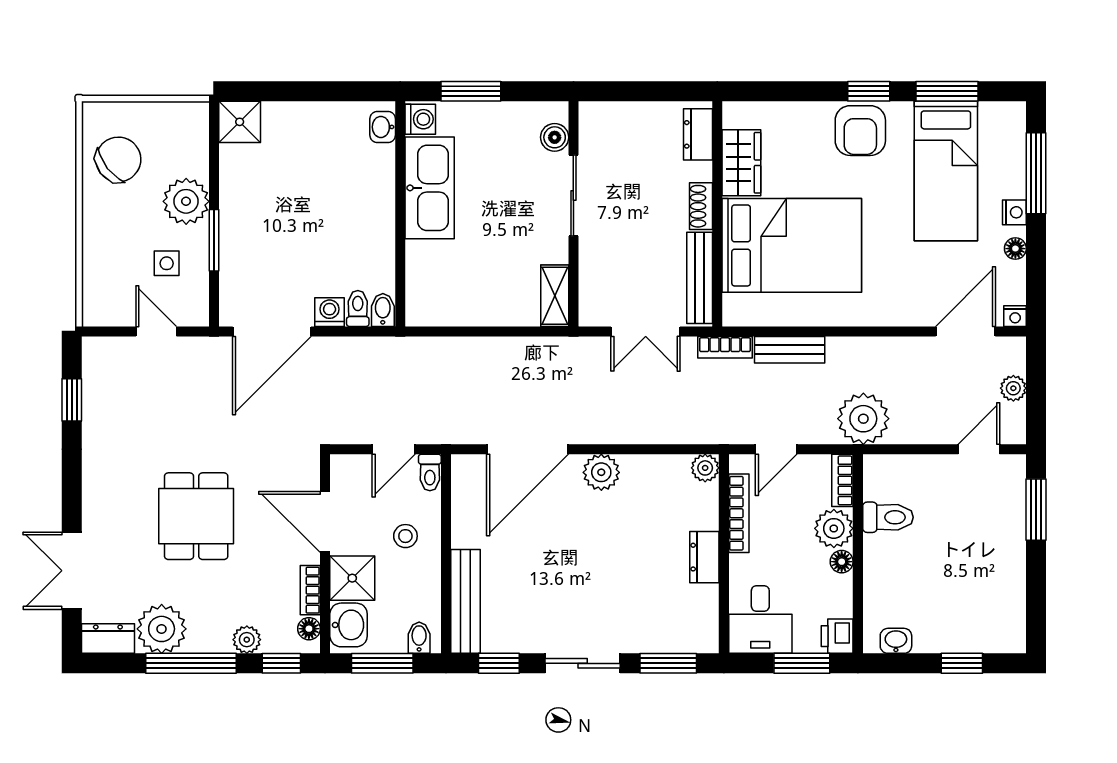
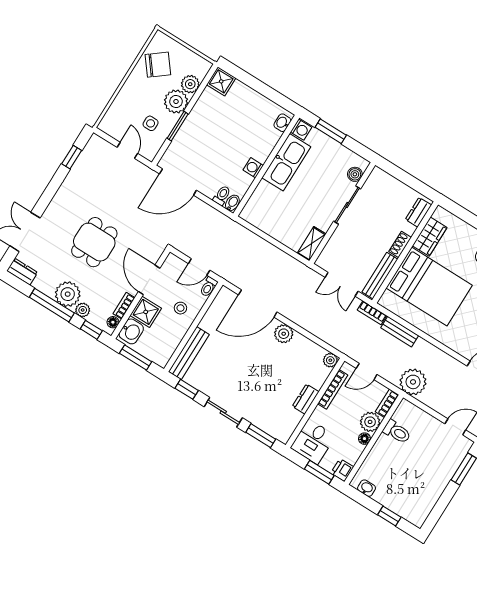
plant: (192, 158) -> (190, 84), added
washing machine: (330, 312) -> (253, 168), moved, turned -90
plant: (162, 629) -> (68, 294), moved
bidet: (419, 638) -> (159, 356), removed

